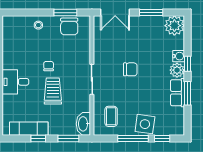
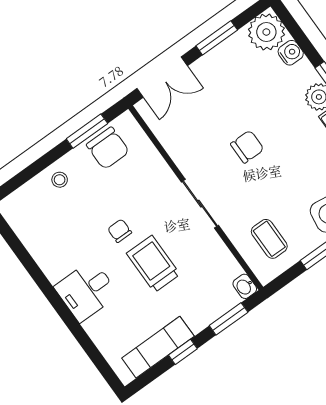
water cooler: (179, 56) -> (291, 53), moved
washbasin: (83, 124) -> (245, 286), width x0.52, depth x0.69

